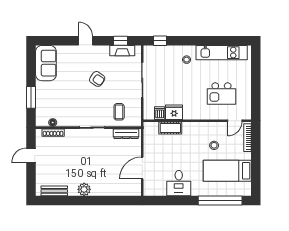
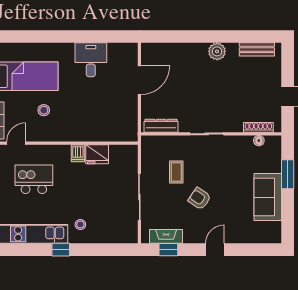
door: (86, 41) -> (215, 250), swing flipped
window: (160, 41) -> (61, 250), moved
sofa: (46, 63) -> (268, 197), moved
coffee table: (119, 112) -> (176, 172), moved
dishwasher: (160, 113) -> (78, 153), moved
cot: (170, 128) -> (102, 133), removed
window: (220, 201) -> (36, 37), removed

